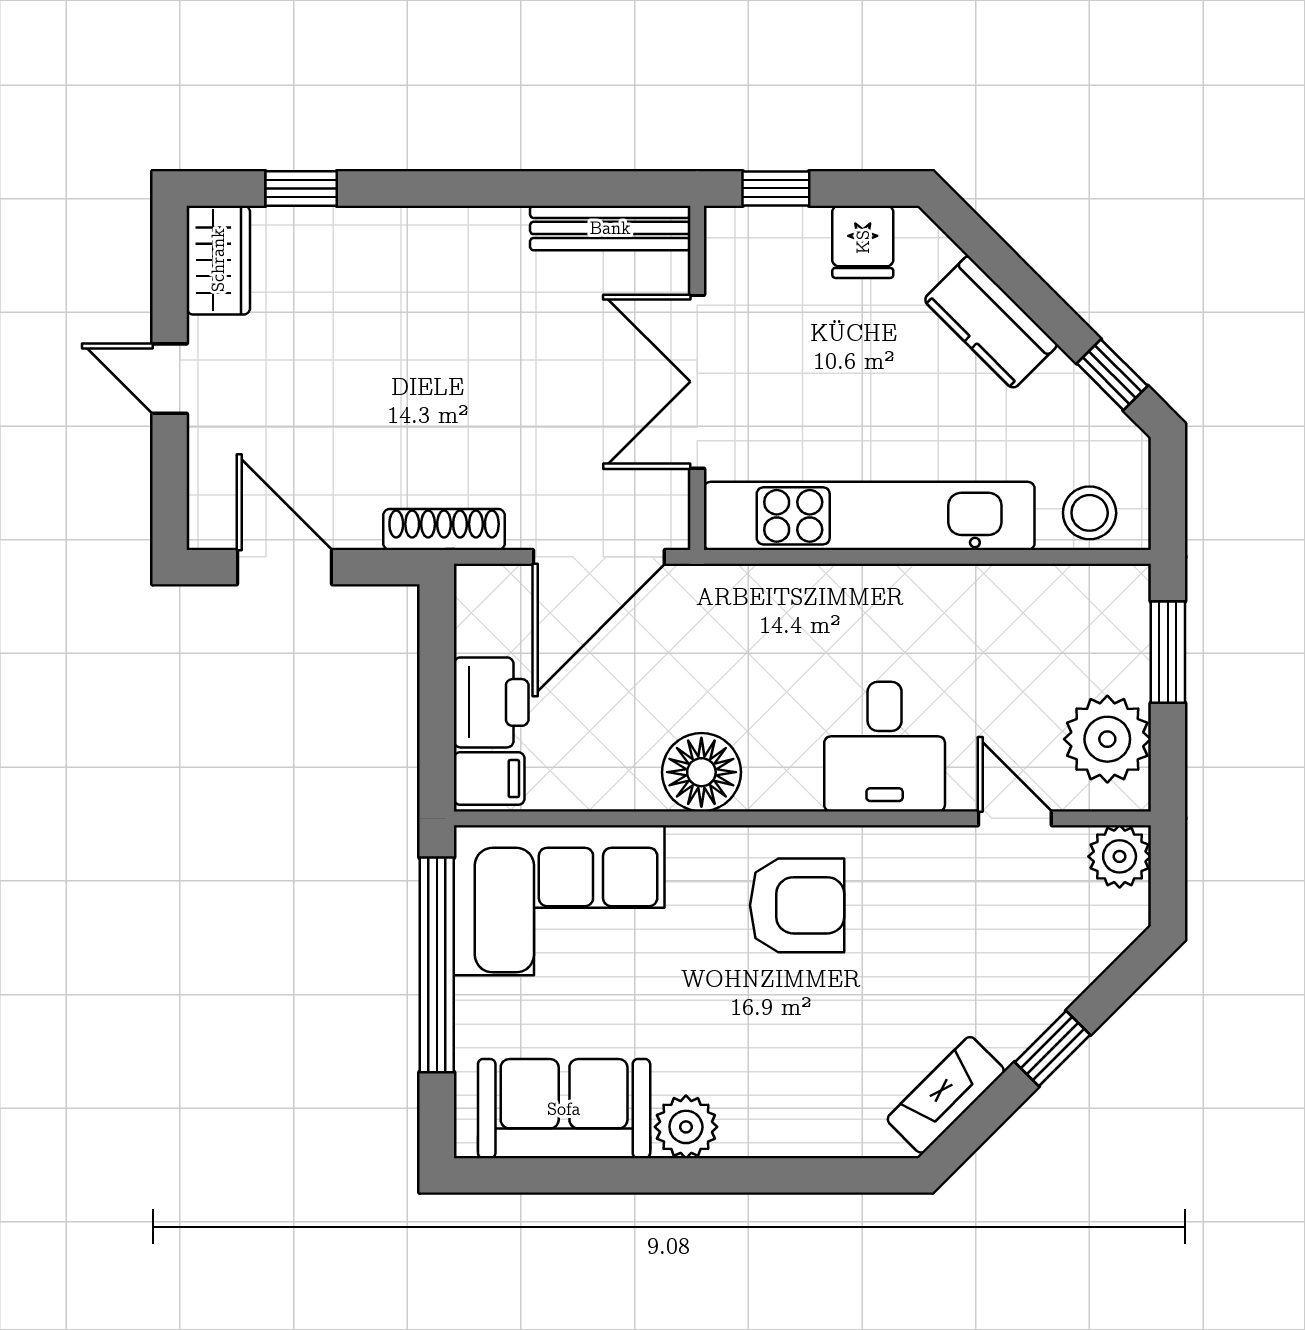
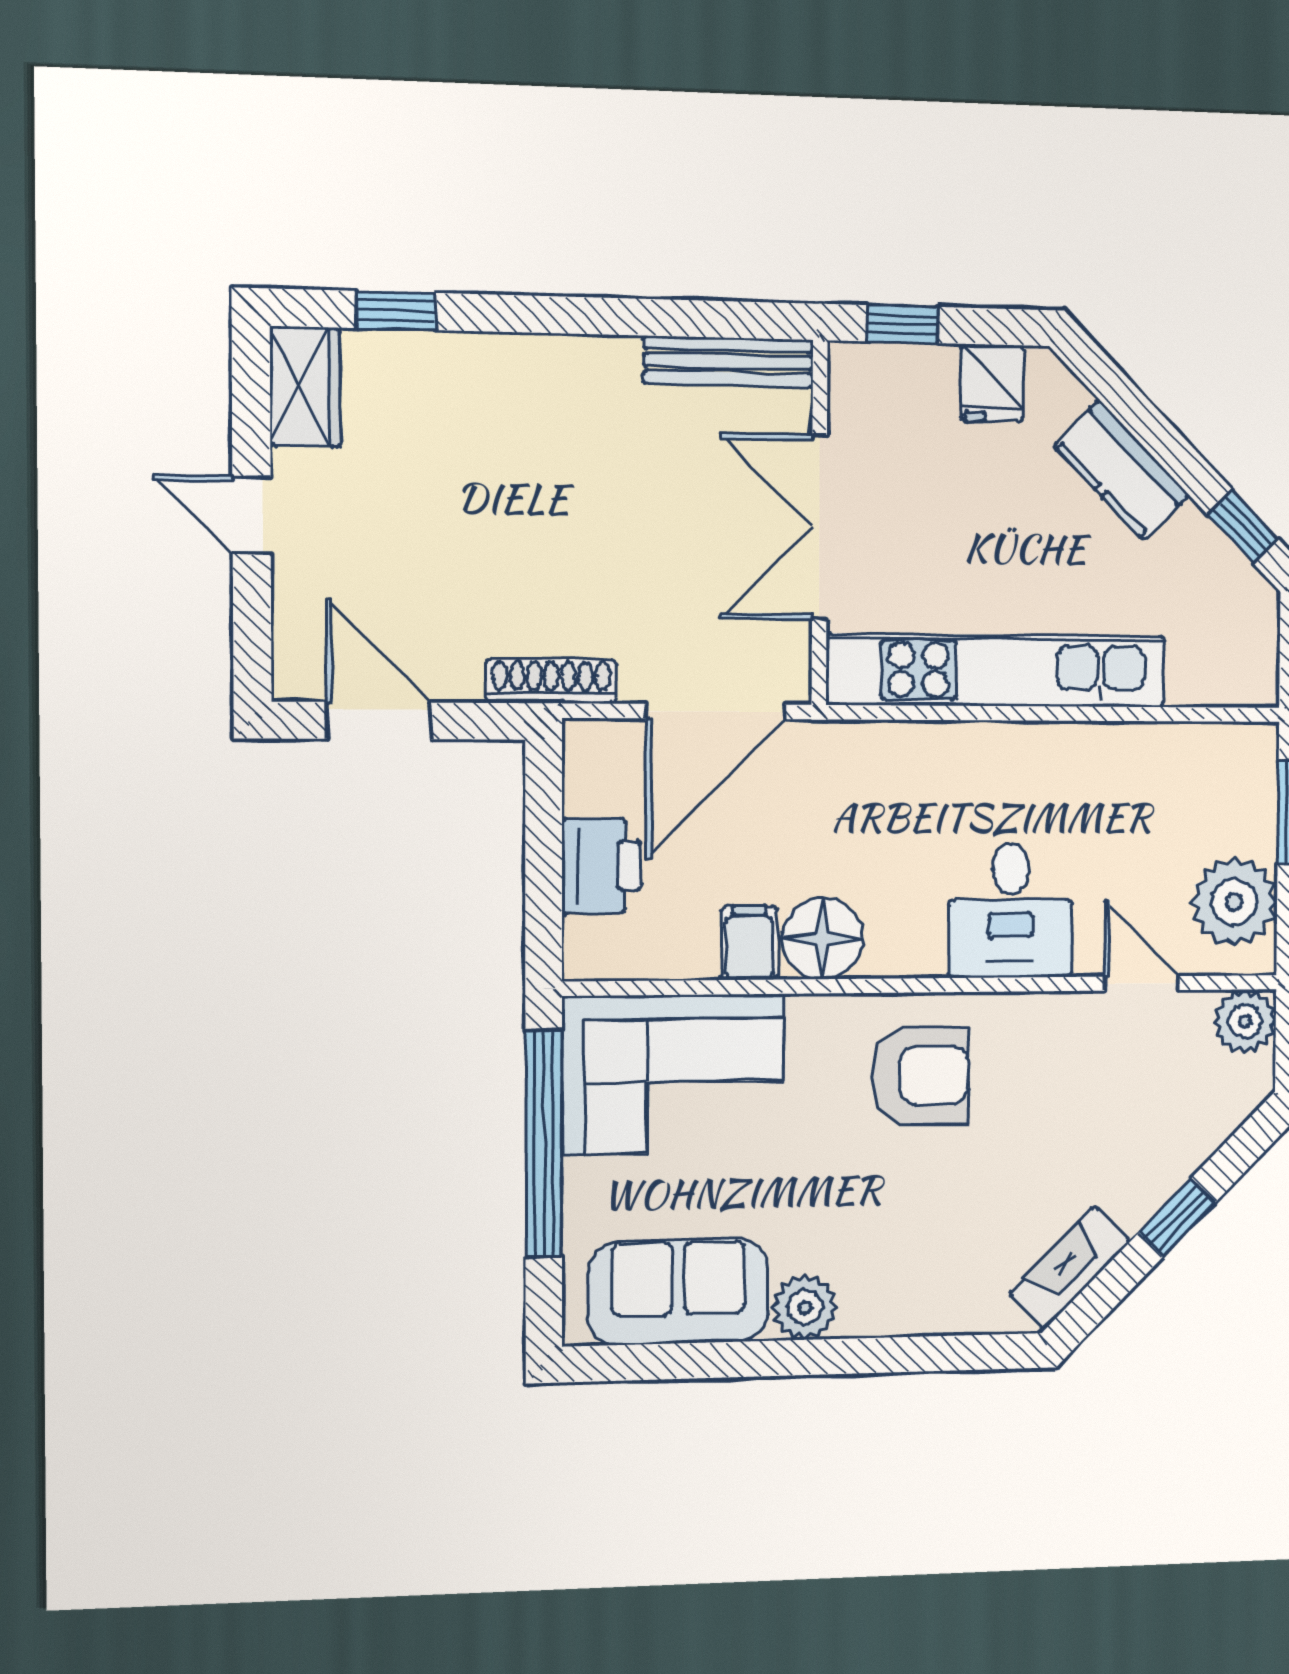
stool: (1090, 513) -> (1219, 669), removed
filing cabinet: (489, 779) -> (749, 943), moved, turned -90

